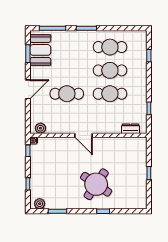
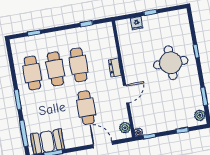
door: (28, 89) -> (103, 144), moved
dresser: (130, 129) -> (115, 67), moved
door: (83, 135) -> (126, 94), moved
fridge: (141, 158) -> (137, 23), added
round table: (96, 184) -> (171, 63), turned -34

